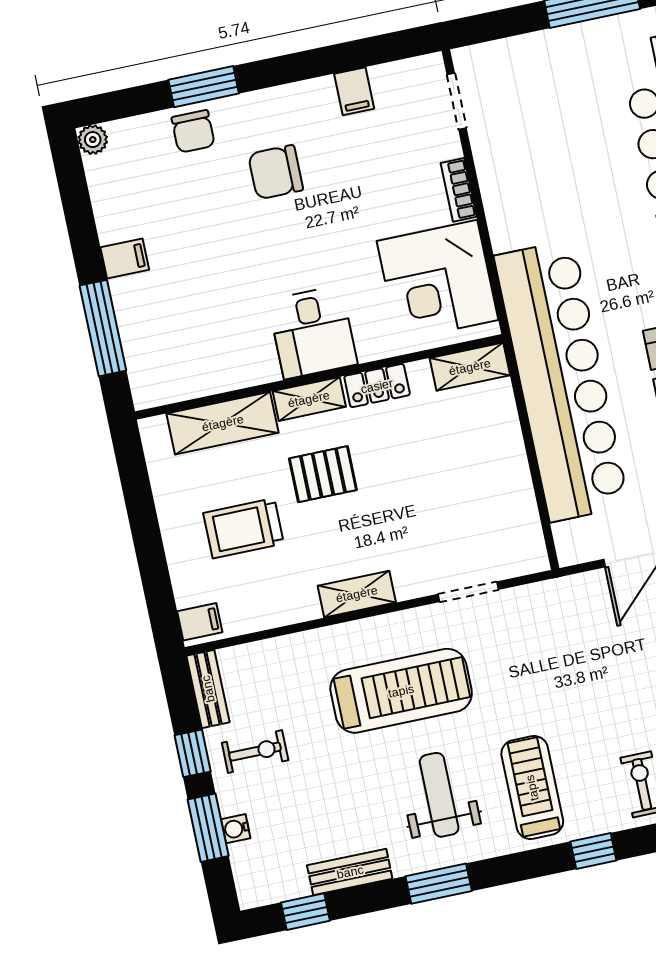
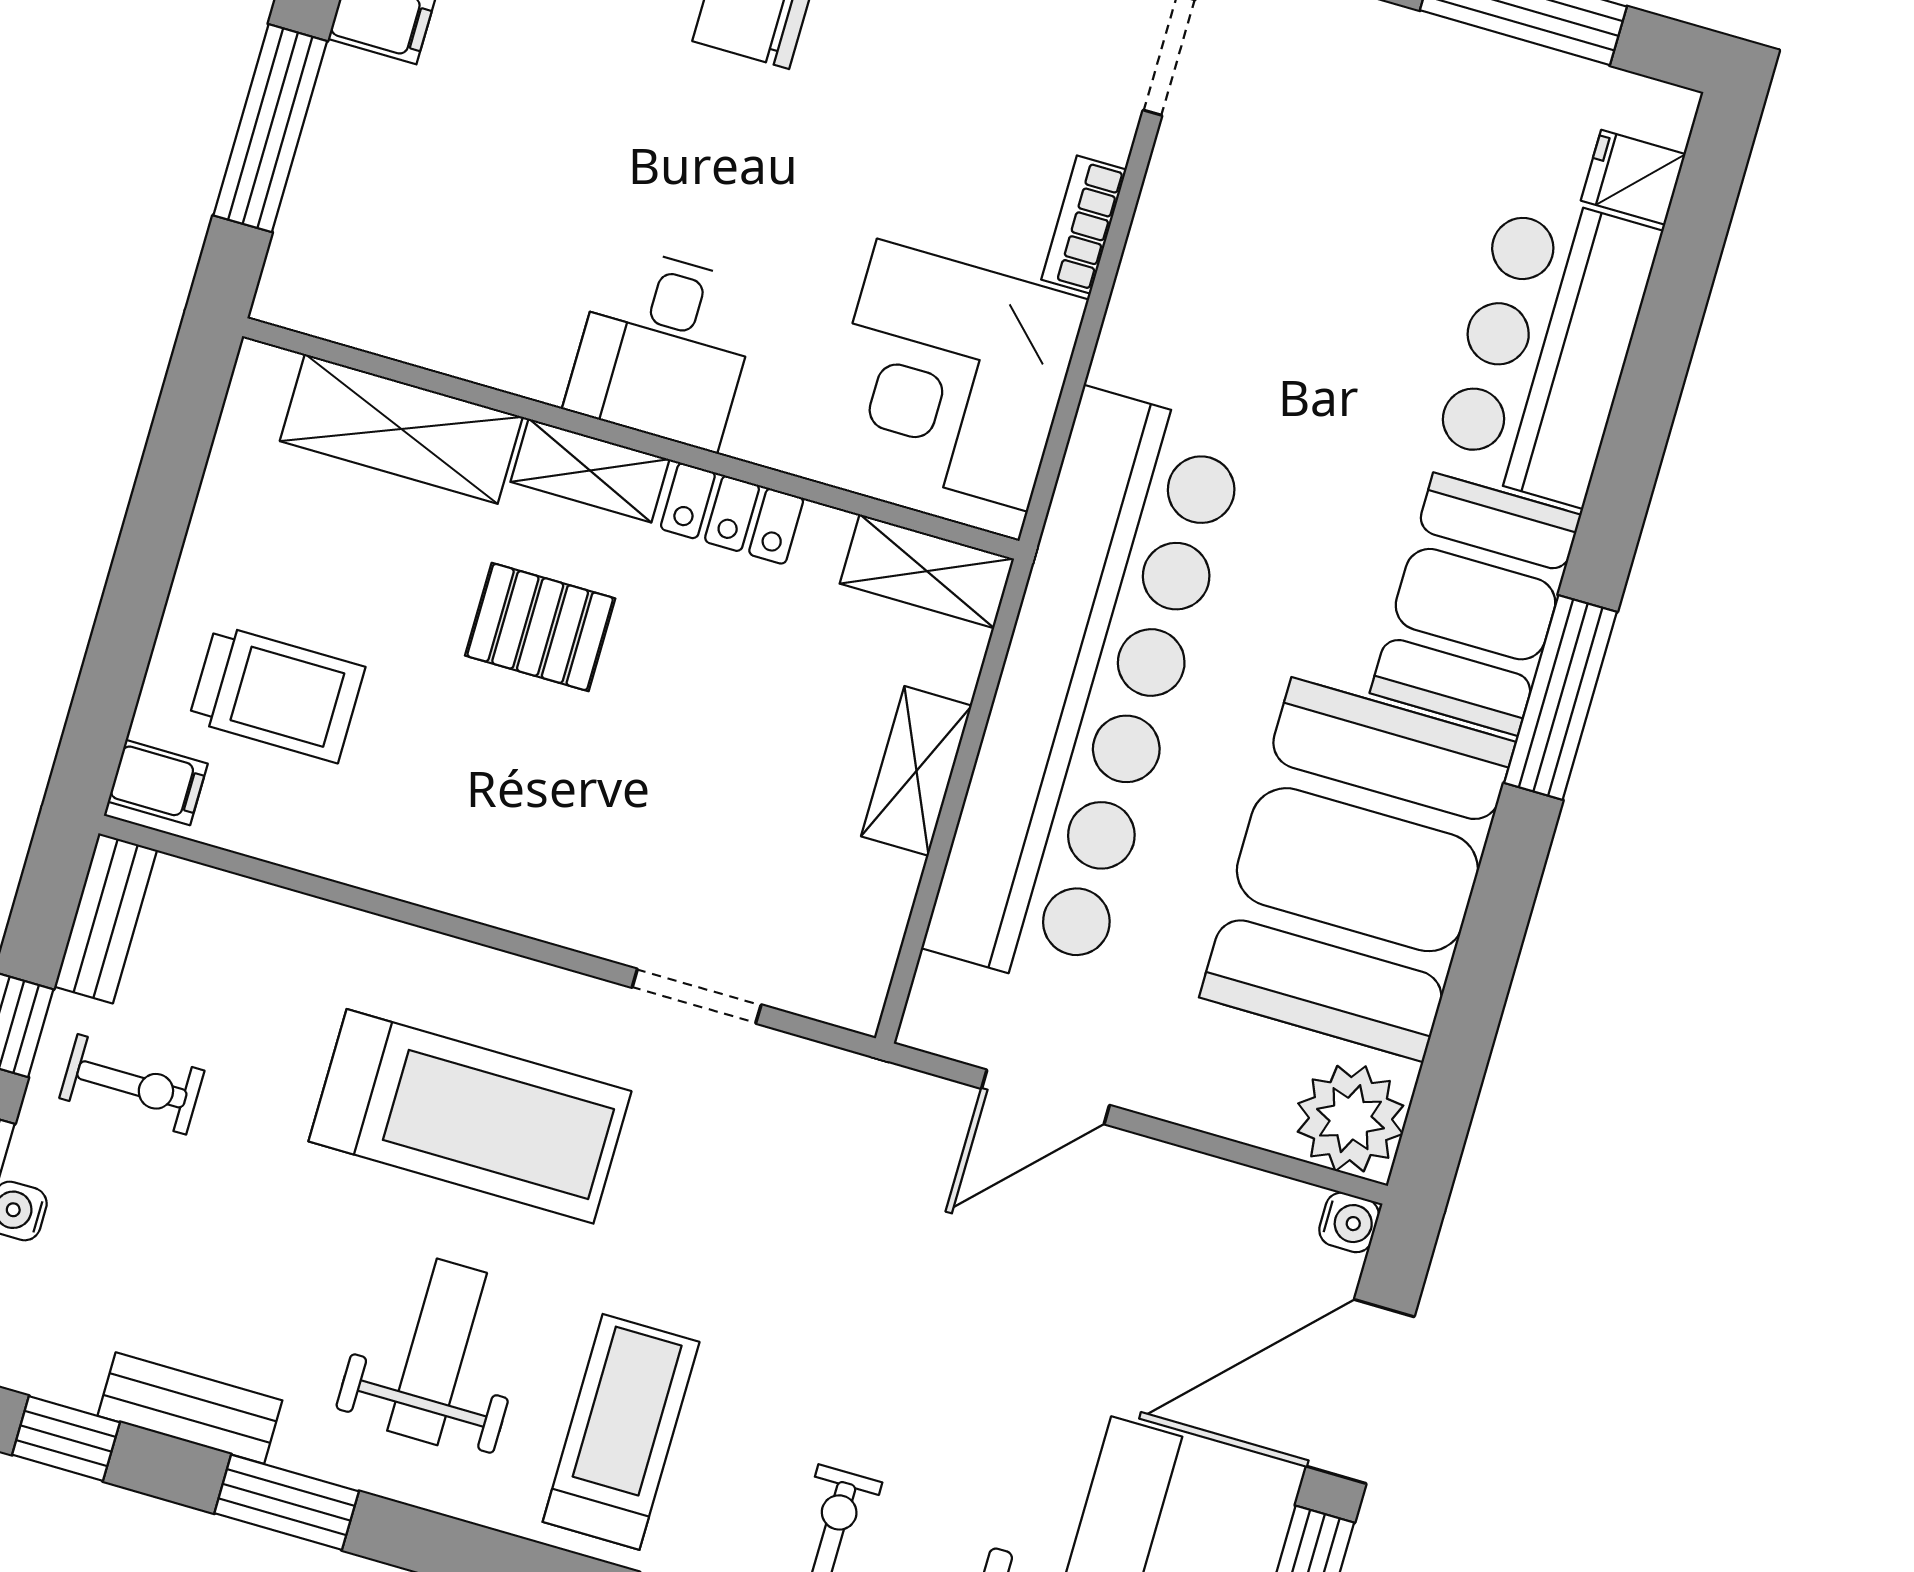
trolley: (244, 528) -> (277, 694), moved, turned 180
shelving: (357, 594) -> (916, 771), moved, turned 90
window: (439, 884) -> (287, 1502), moved

